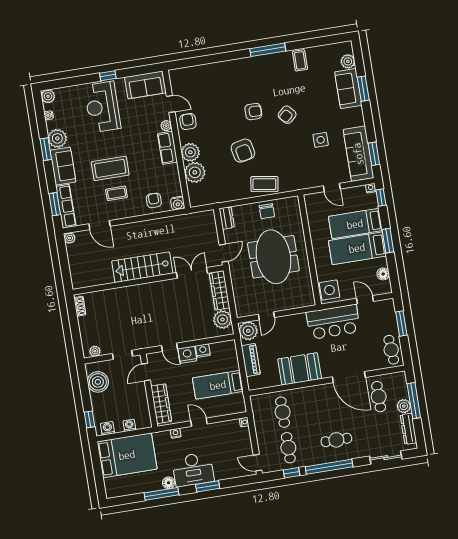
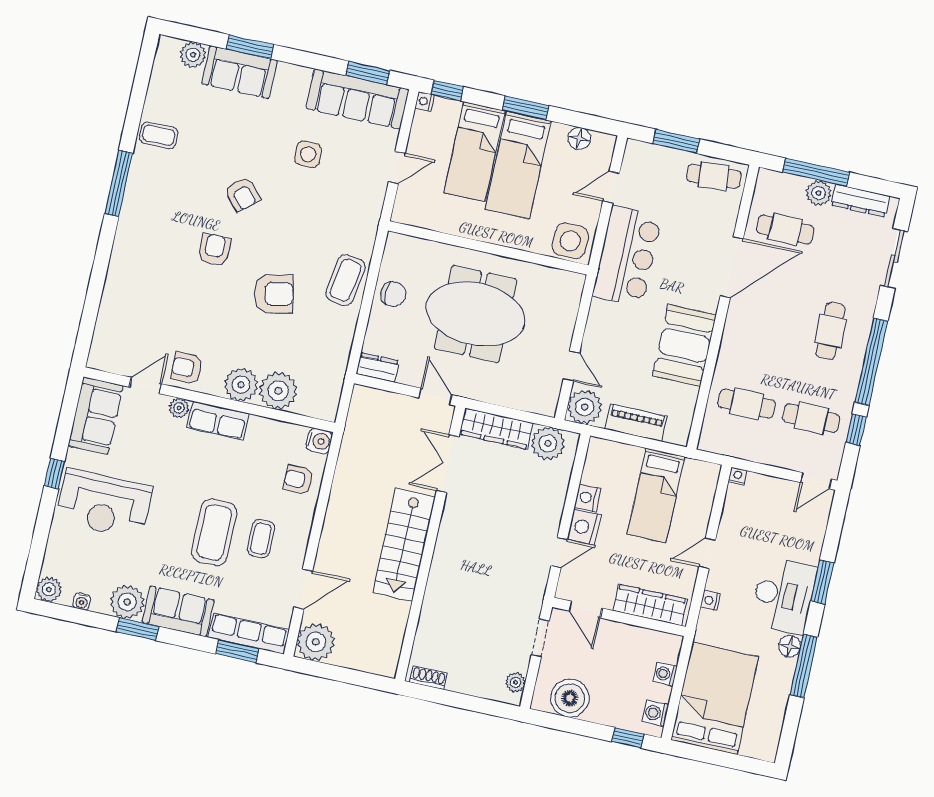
plant: (70, 238) -> (316, 642), width x1.88, depth x1.88

